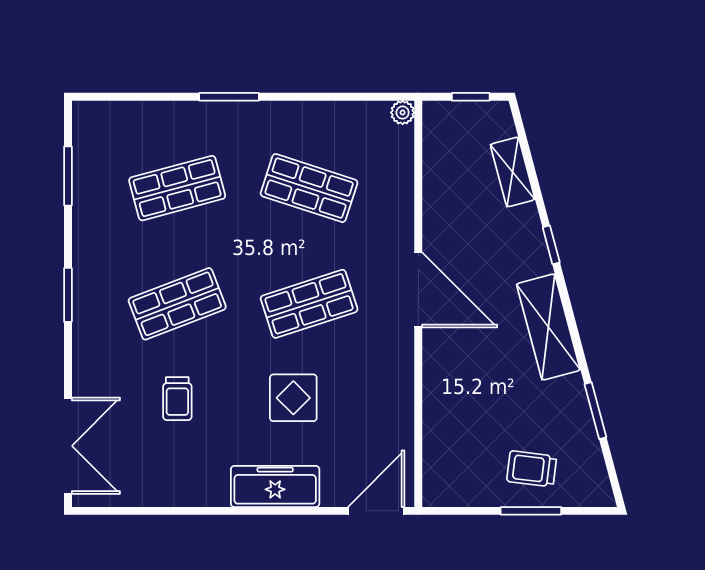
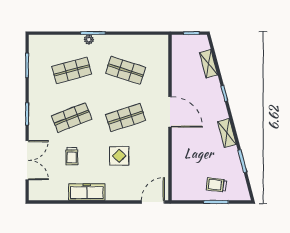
plant: (403, 113) -> (89, 39), moved
shelving: (548, 327) -> (227, 133), width x0.67, depth x0.75
double door: (68, 446) -> (27, 160), moved
freezer: (275, 486) -> (87, 192), moved

